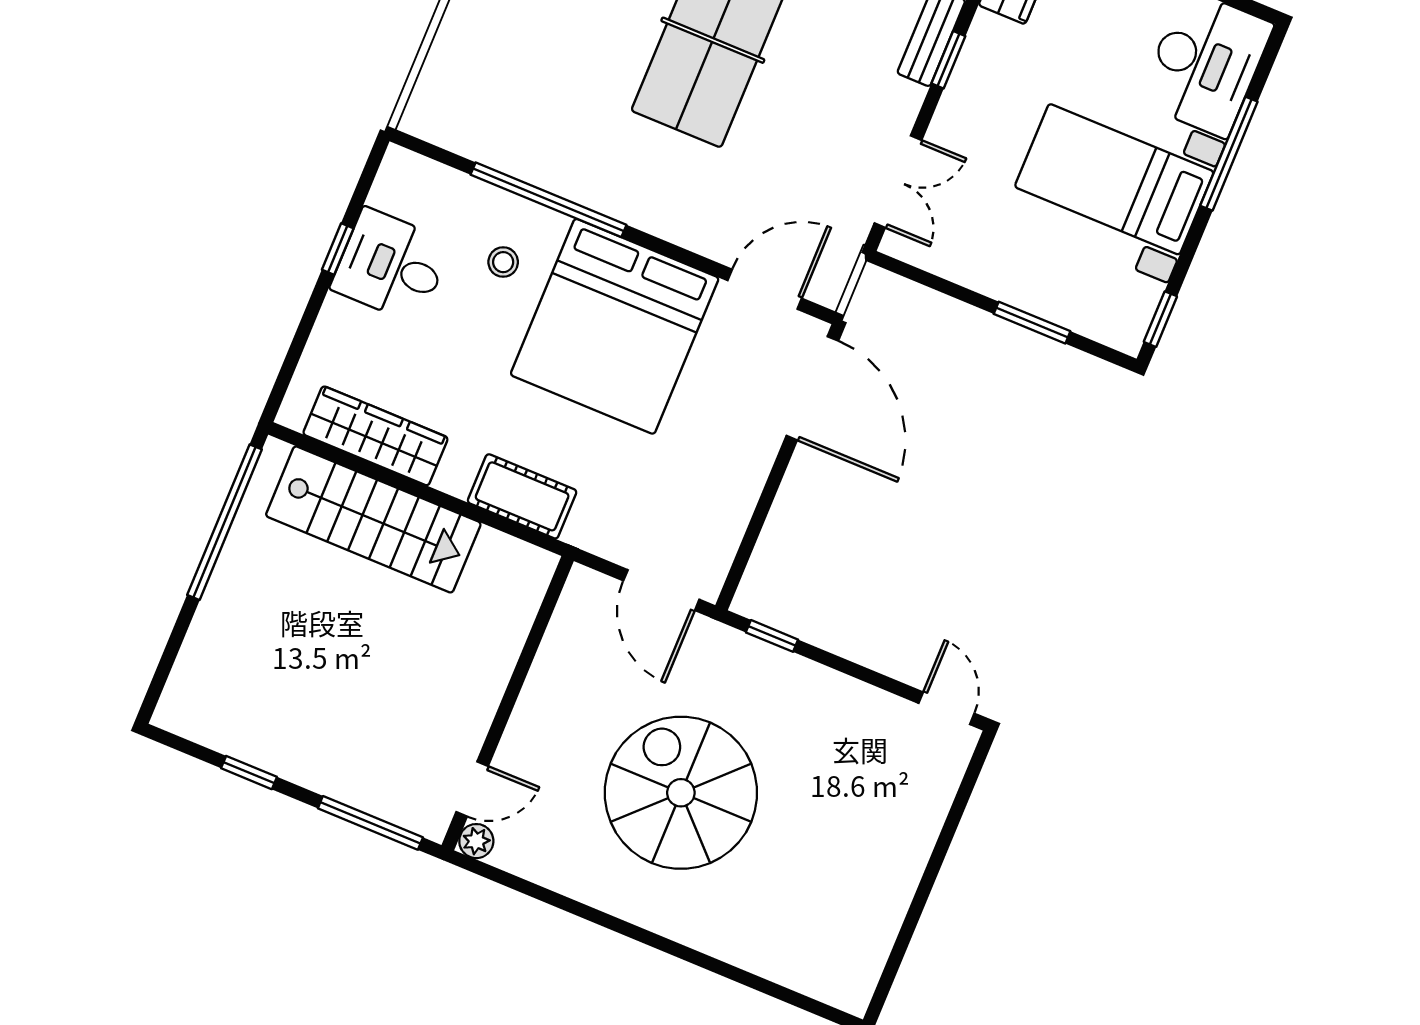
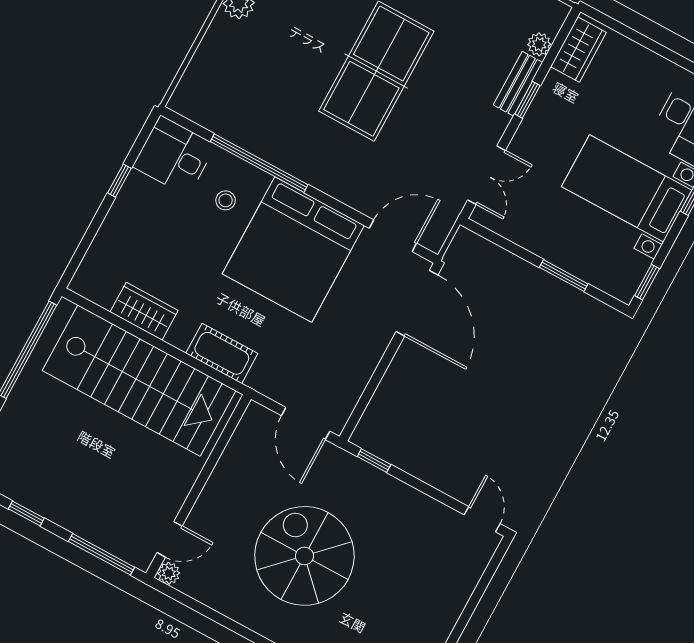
desk: (391, 266) -> (174, 156), moved
wardrobe: (375, 436) -> (144, 311), width x0.67
stairs: (373, 519) -> (139, 381), width x1.36, depth x1.51

